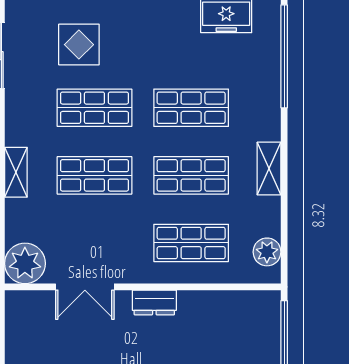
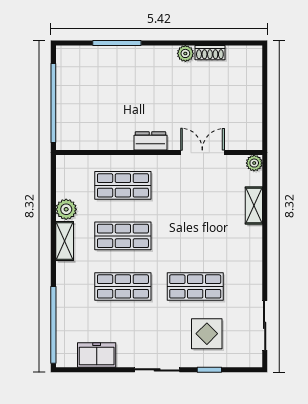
shelving: (16, 172) -> (254, 206), moved
shop shelf: (94, 175) -> (195, 236), removed
plant: (267, 252) -> (66, 209), moved
plant: (25, 263) -> (254, 163), width x0.53, depth x0.53

